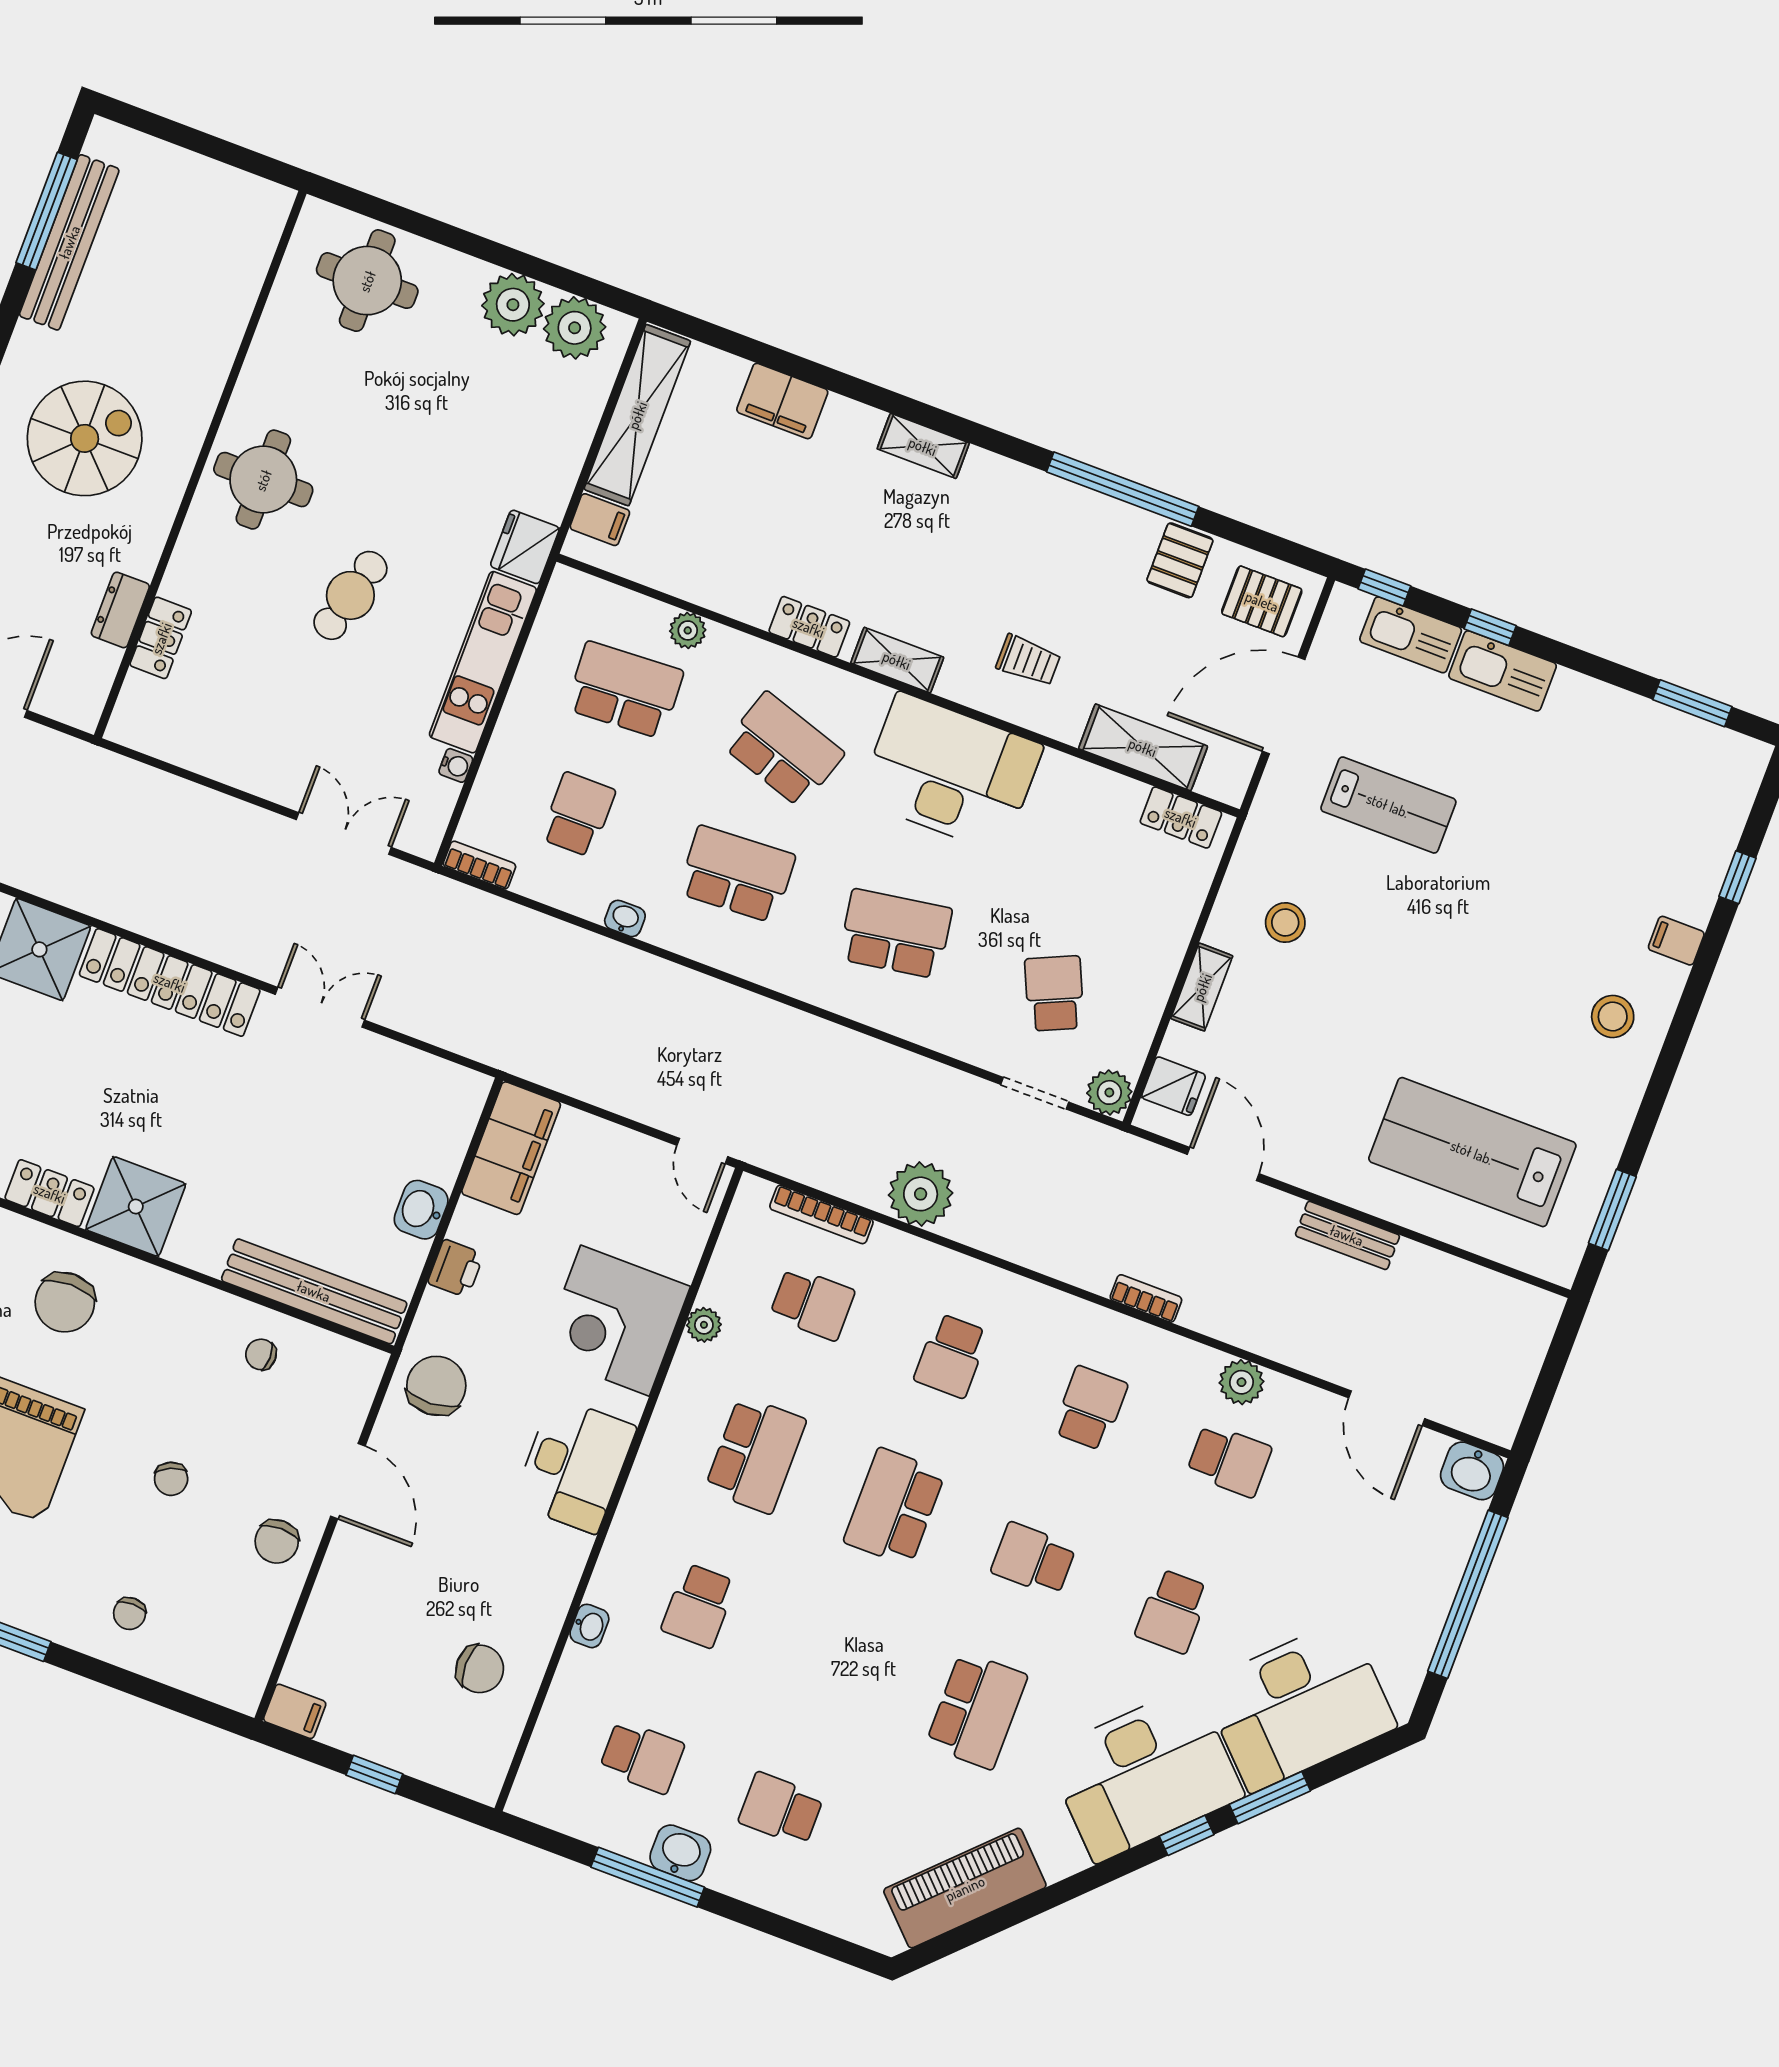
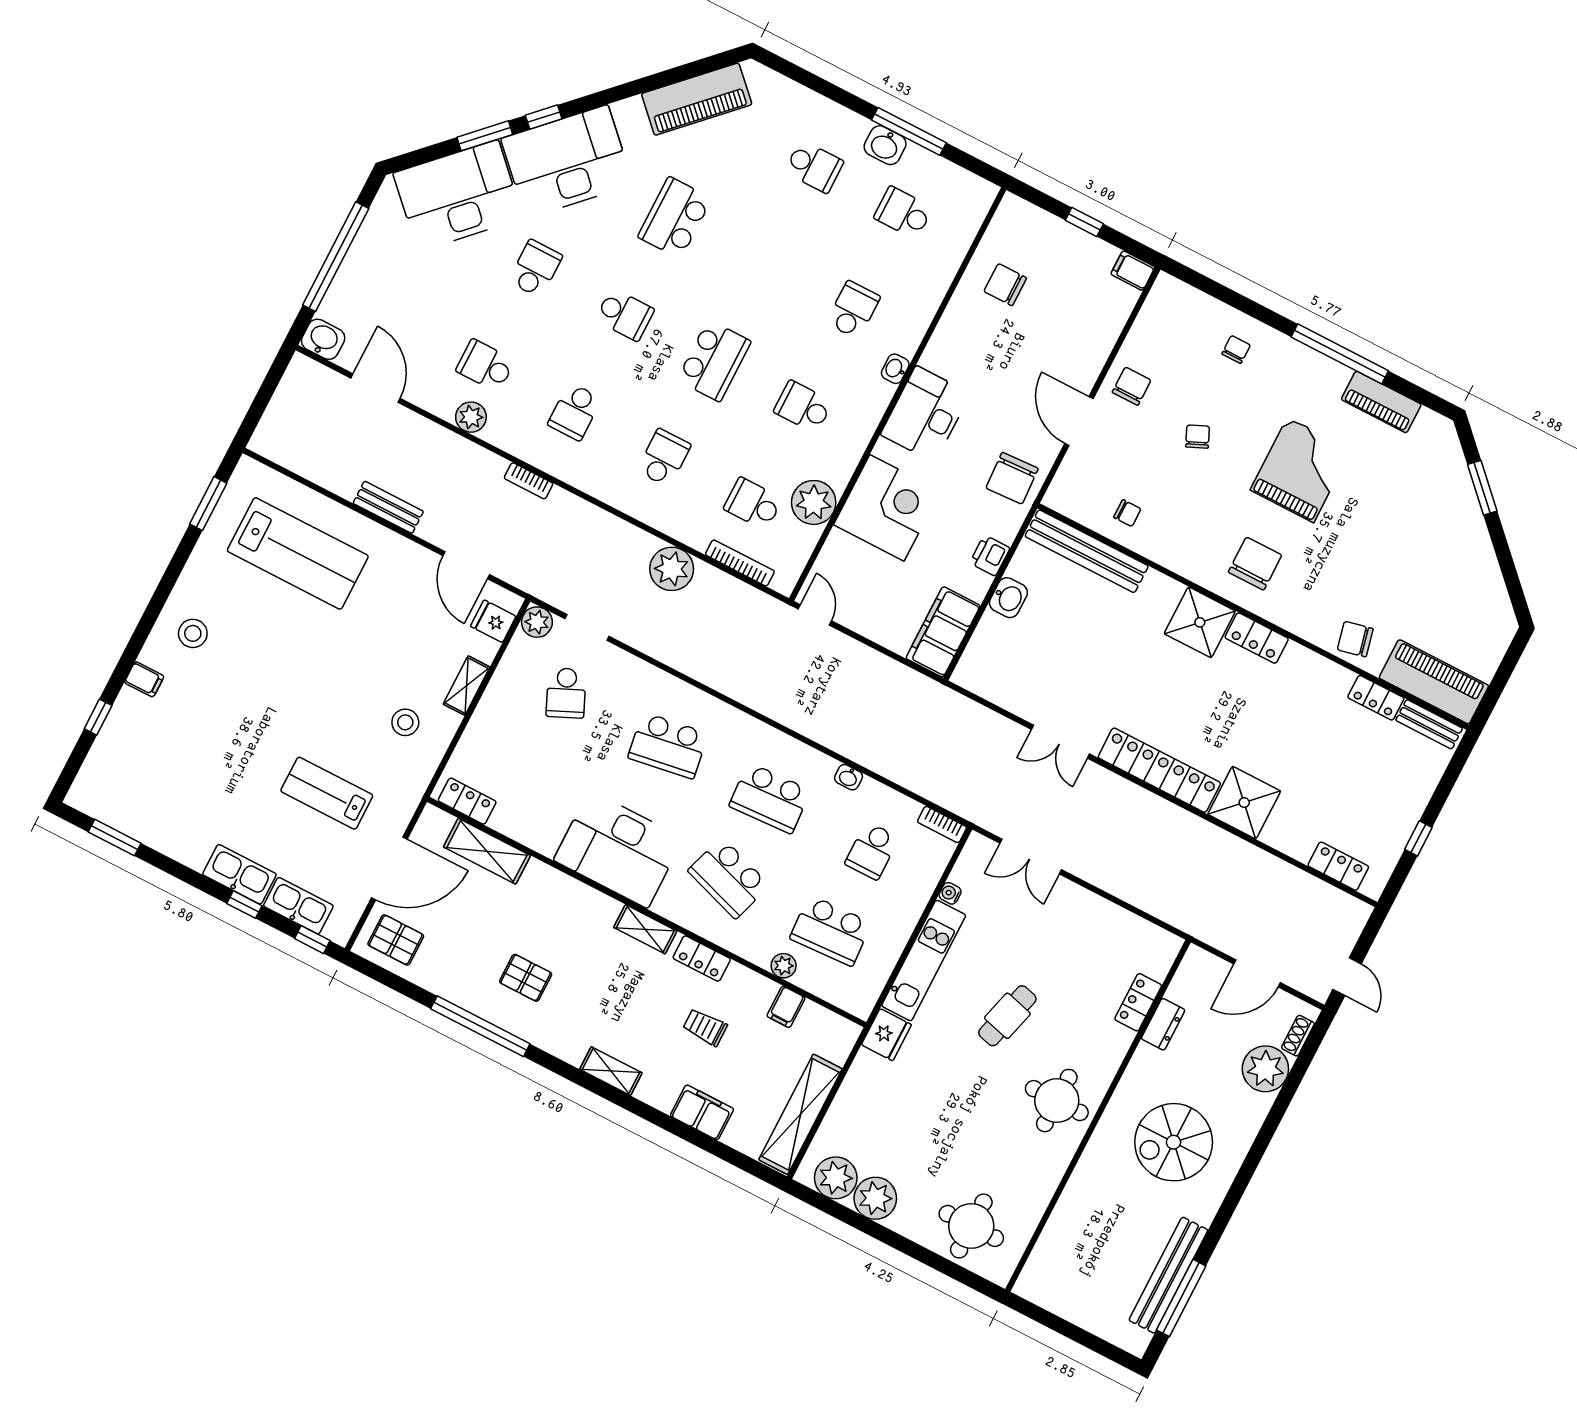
filing cabinet: (600, 520) -> (786, 1007), moved, turned -90
pallet: (1180, 560) -> (526, 978), moved, turned 90
trolley: (1028, 660) -> (705, 1027), moved
plant: (704, 1325) -> (814, 502), width x1.88, depth x1.88
school desk: (755, 1455) -> (803, 407), width x0.54
washbasin: (589, 1626) -> (895, 369), moved

